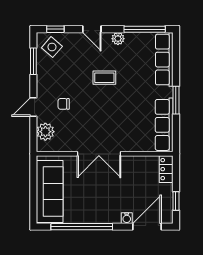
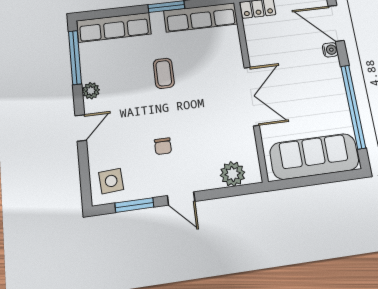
window: (55, 29) -> (85, 179), removed
side table: (52, 47) -> (111, 181), turned 45
coffee table: (104, 78) -> (164, 73), moved
chair: (64, 104) -> (163, 146), moved
door: (33, 107) -> (181, 199), moved

